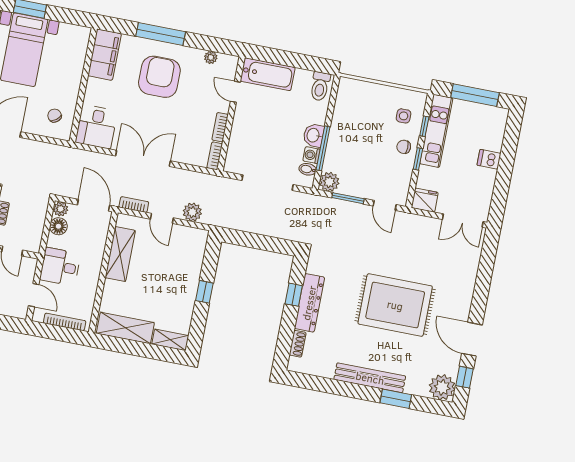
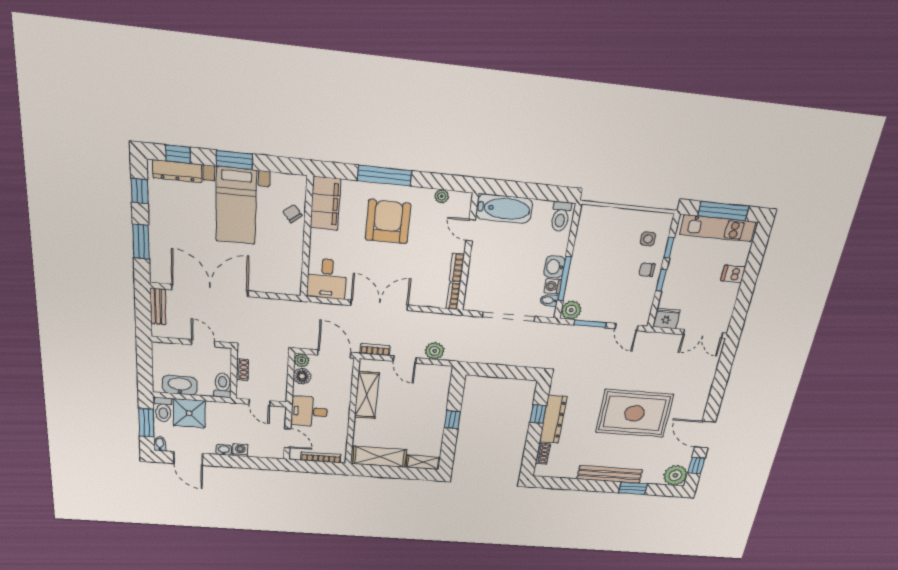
chair: (55, 116) -> (292, 213), moved
kitchen unit: (436, 131) -> (718, 228), moved, turned 90

